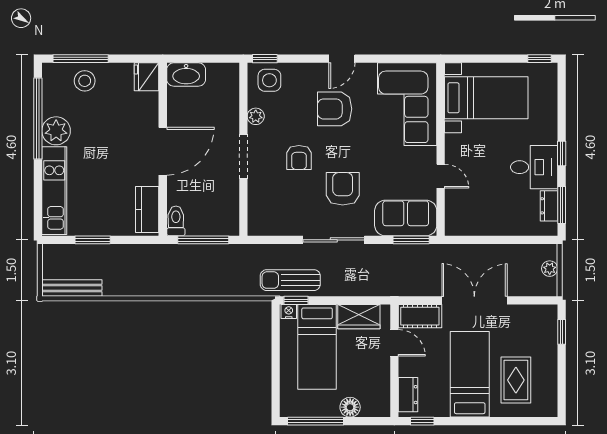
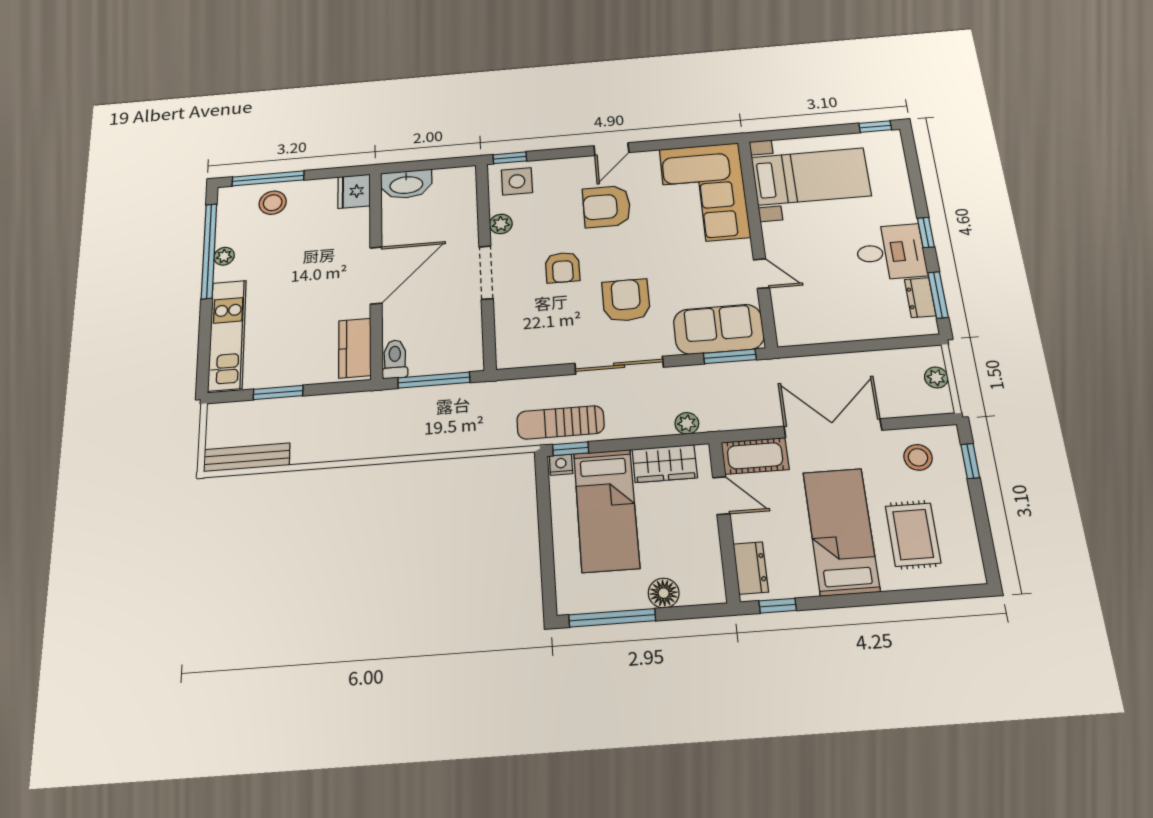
plant: (56, 131) -> (224, 256), width x0.53, depth x0.53
plant: (377, 288) -> (687, 423), added
stool: (528, 326) -> (918, 457), added

